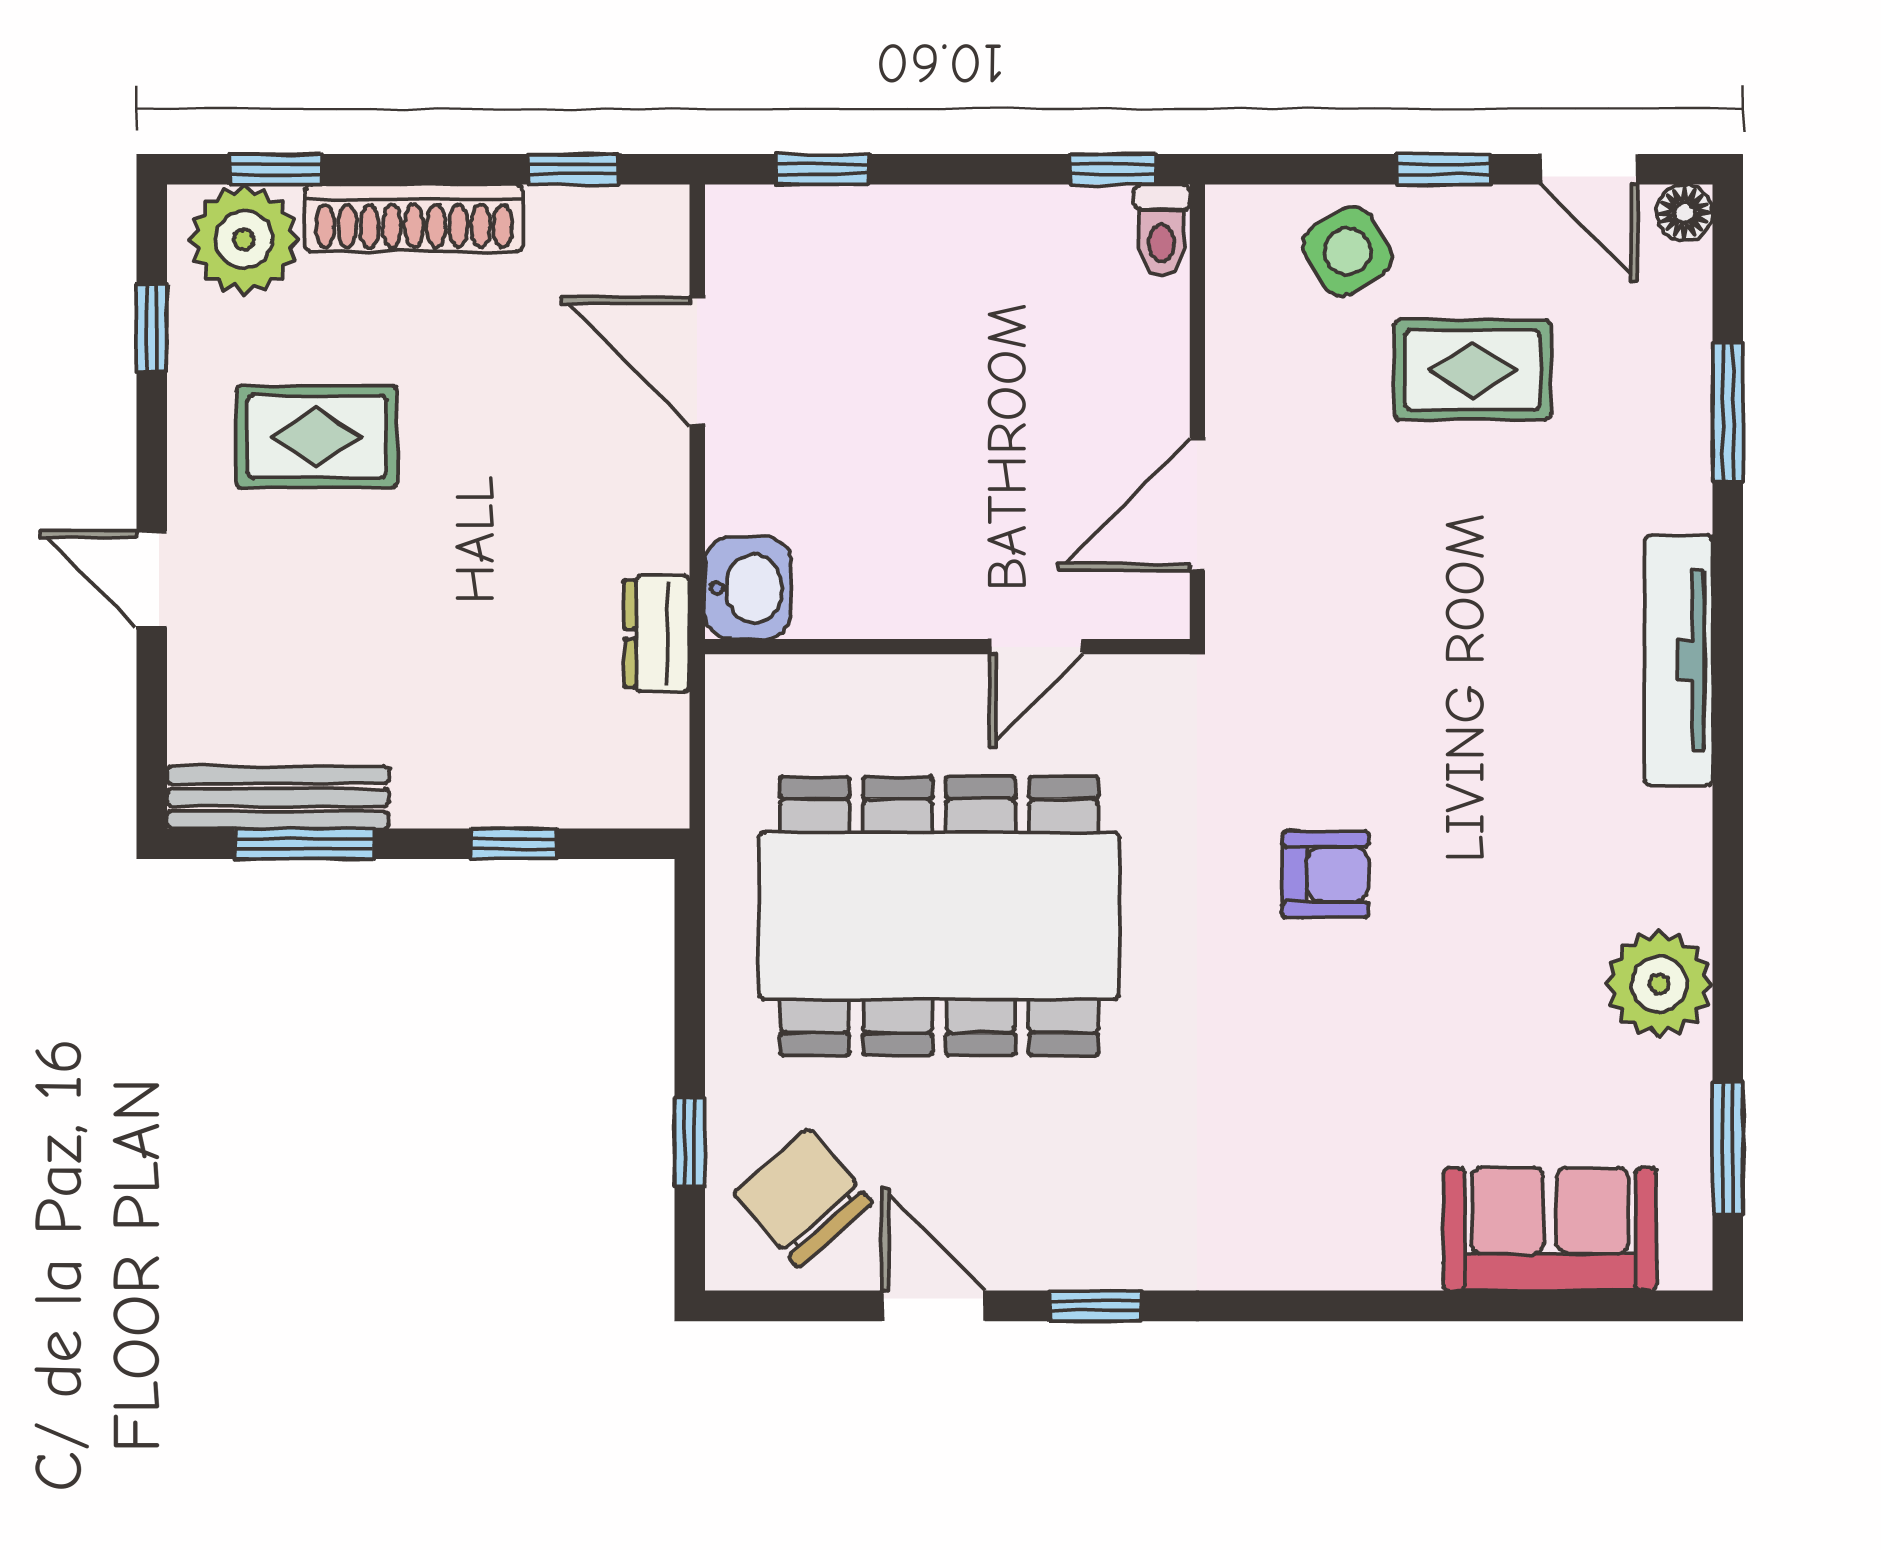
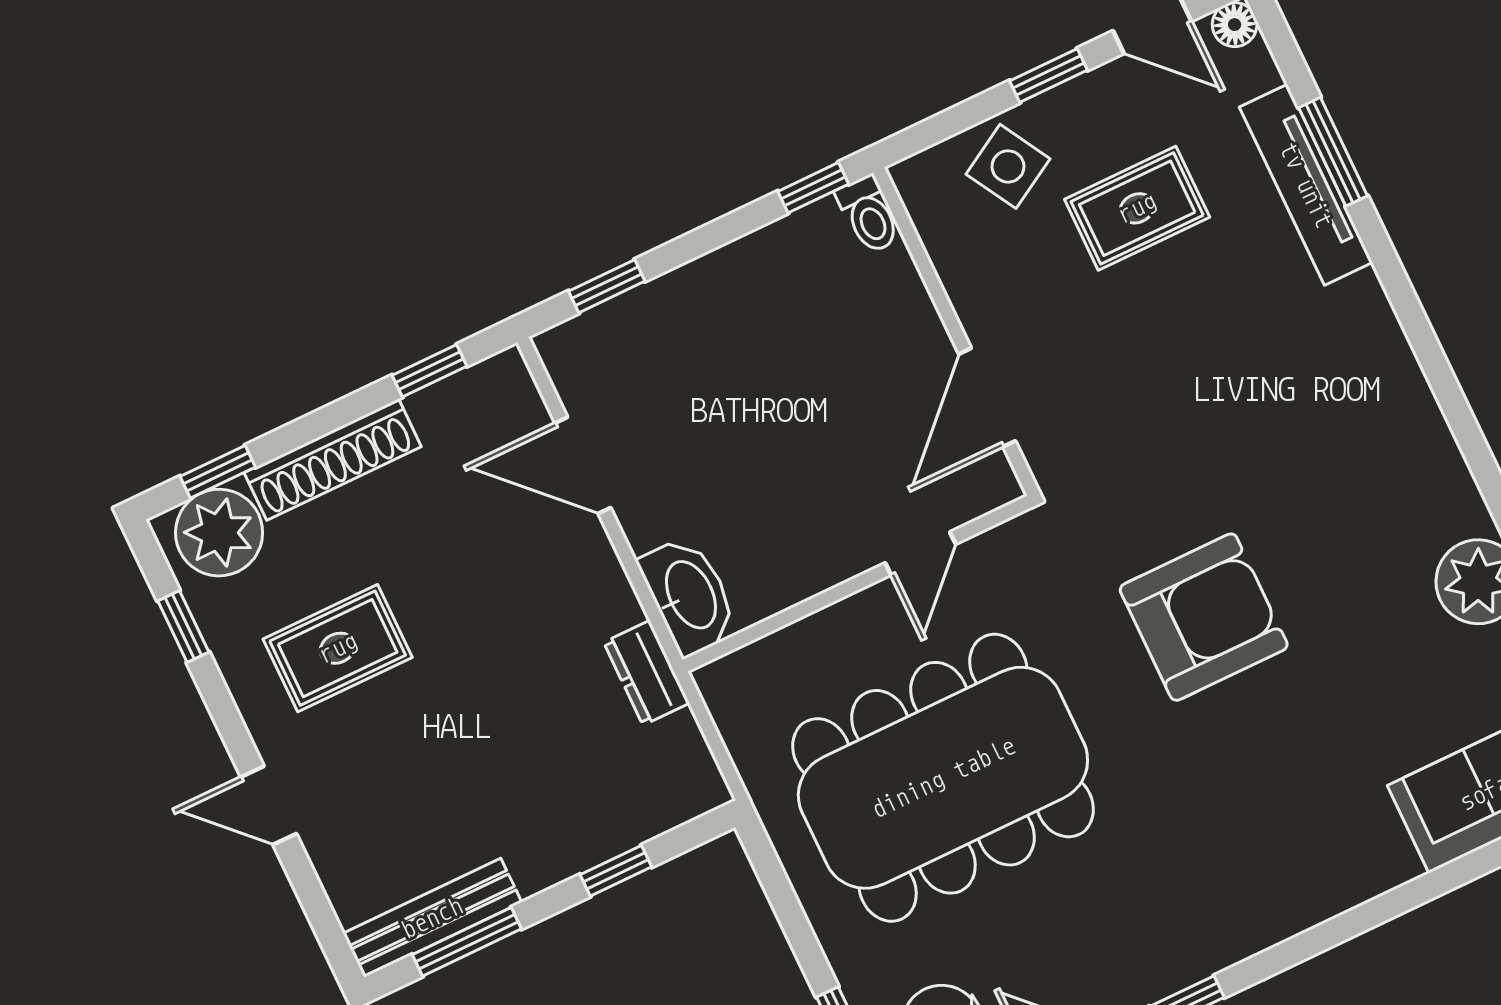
washbasin: (748, 588) -> (689, 596), width x1.38
tv unit: (1679, 660) -> (1306, 185), moved
armchair: (1325, 874) -> (1204, 617), width x1.88, depth x1.88

